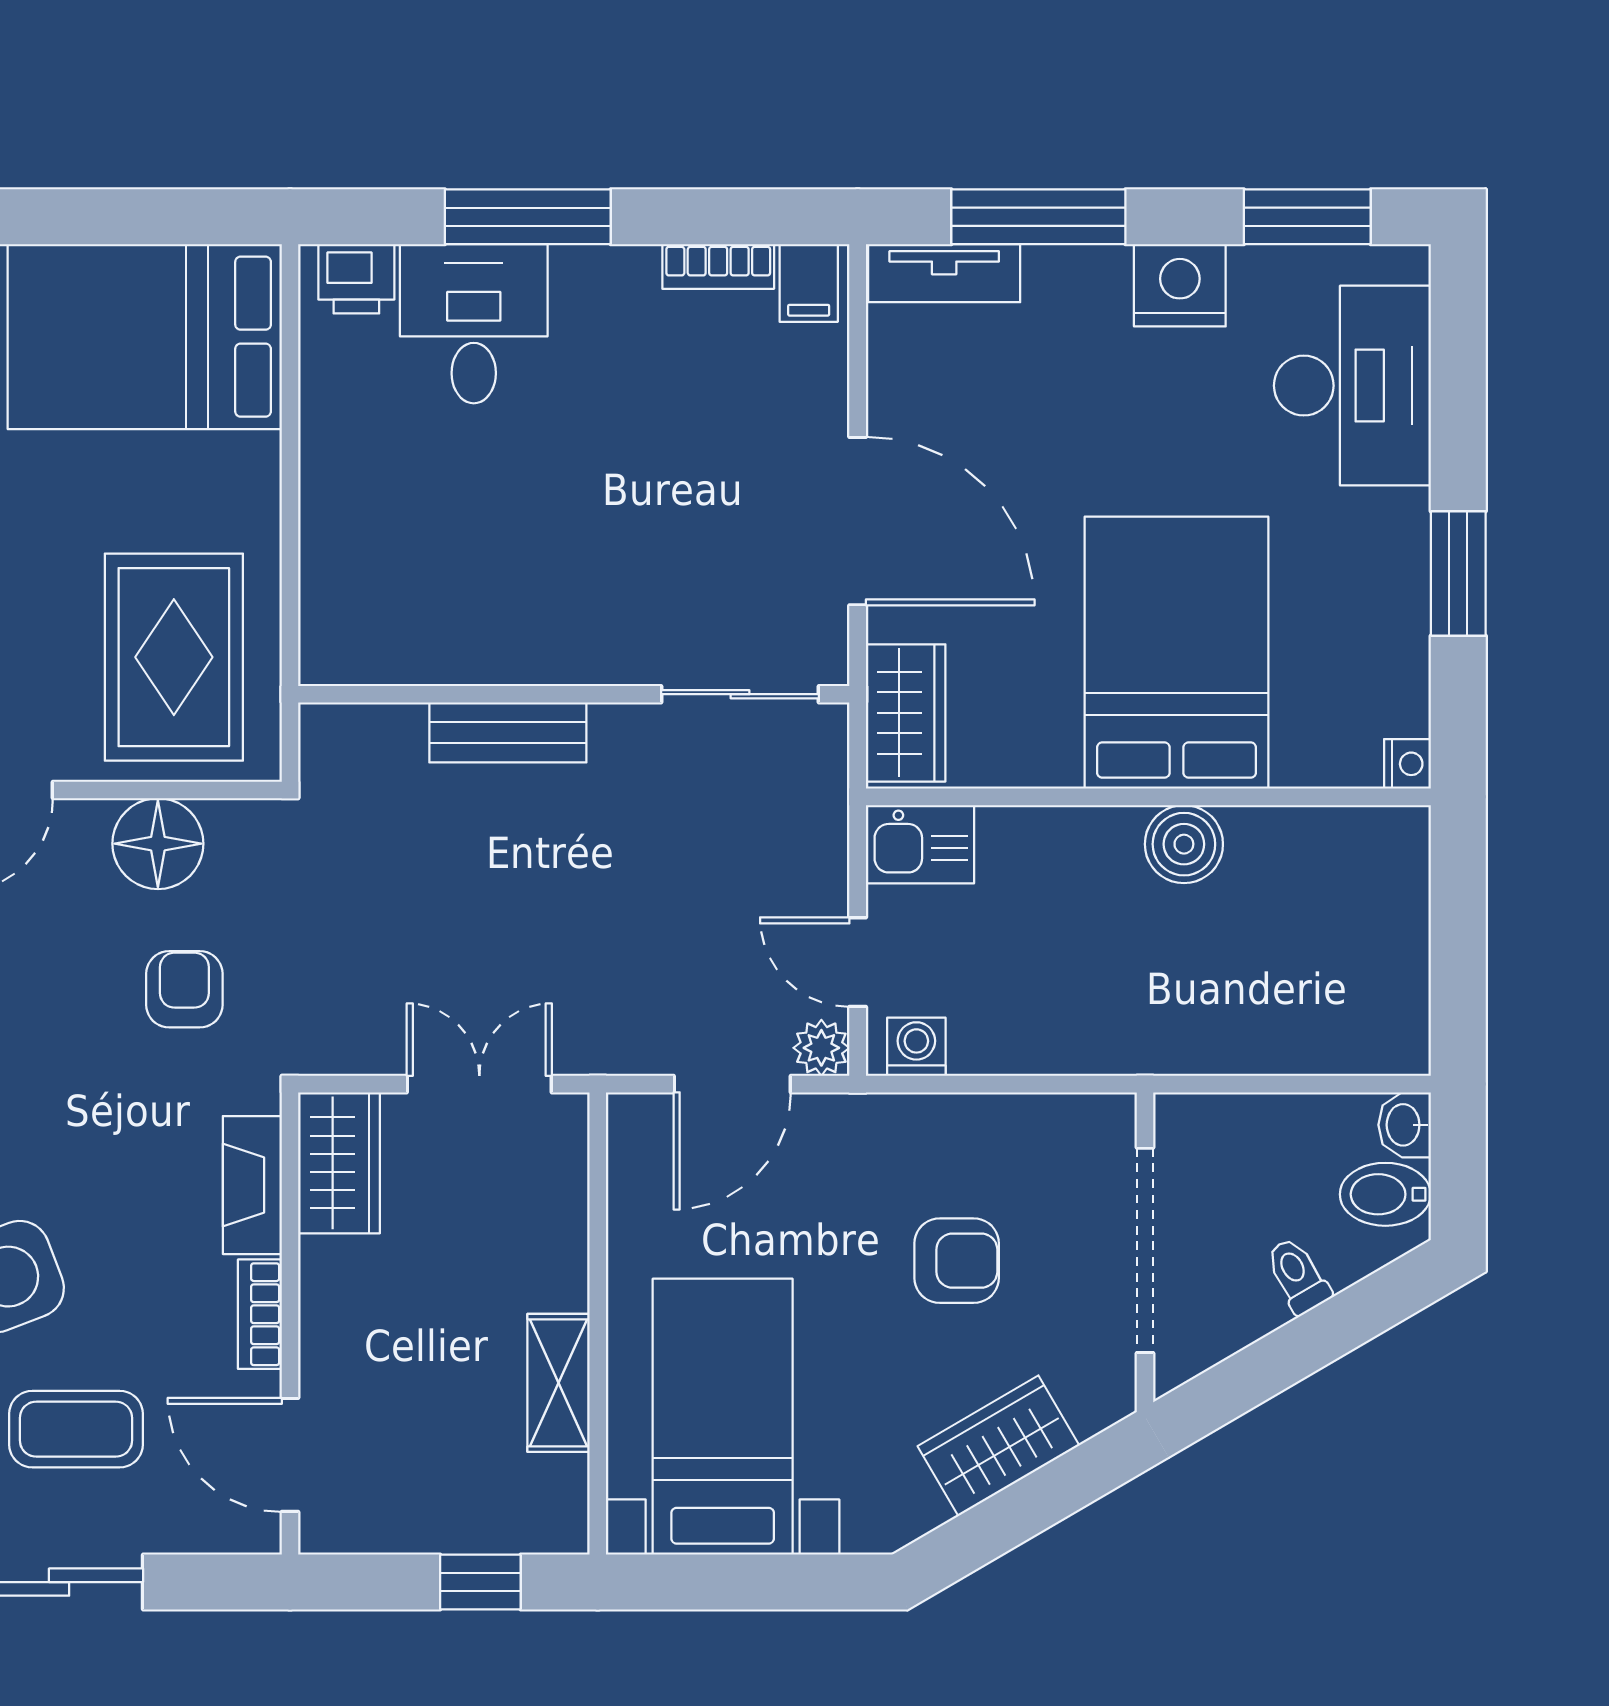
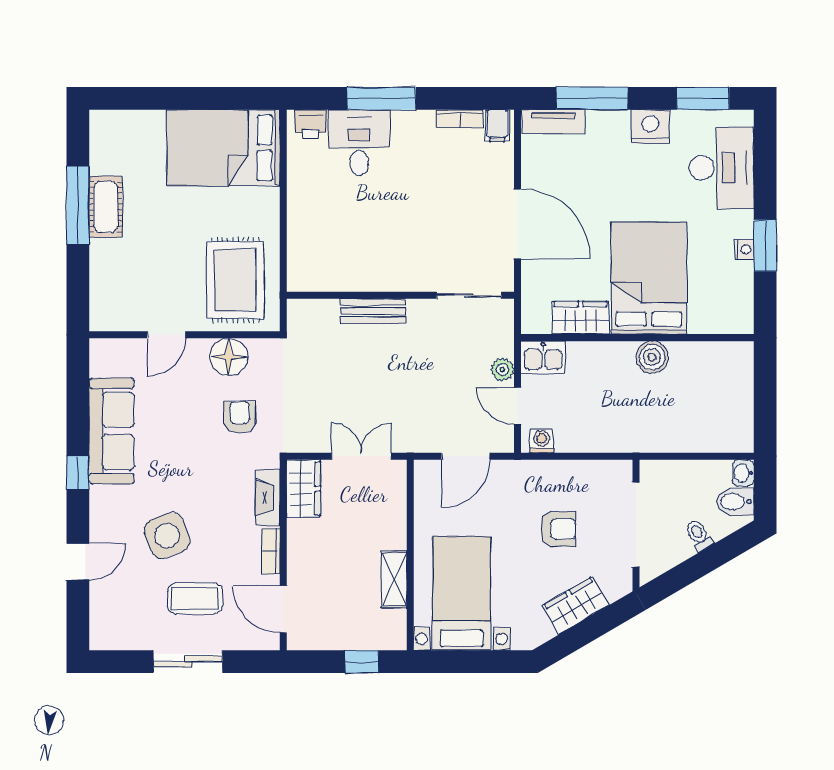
wardrobe: (906, 713) -> (581, 318), moved, turned -90
nightstand: (1407, 764) -> (744, 249), moved
plant: (821, 1048) -> (502, 369), moved

